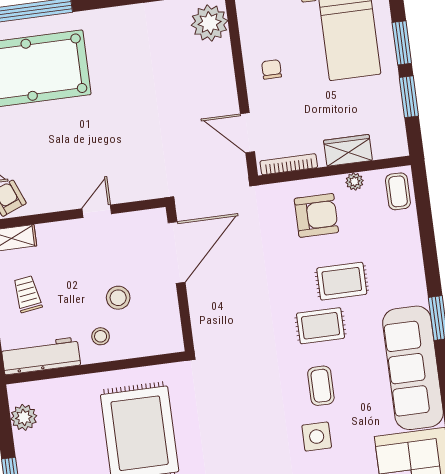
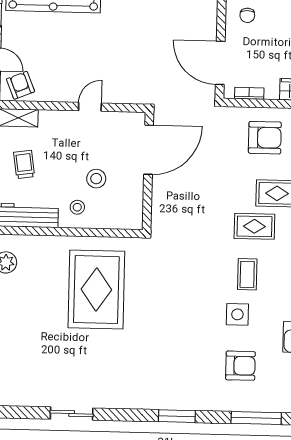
chair: (272, 69) -> (247, 15), turned 180
door: (247, 133) -> (220, 63), width x1.36
bookcase: (289, 164) -> (249, 93), width x0.64

